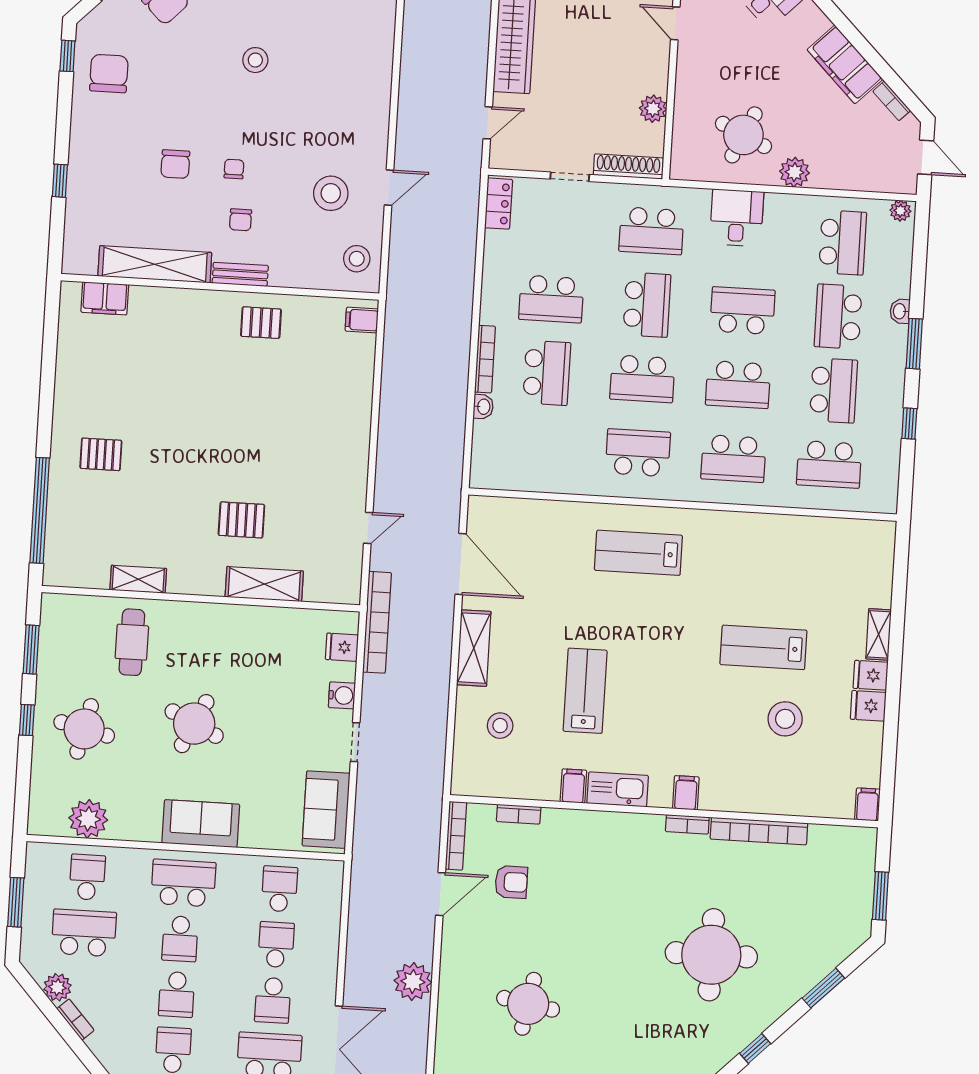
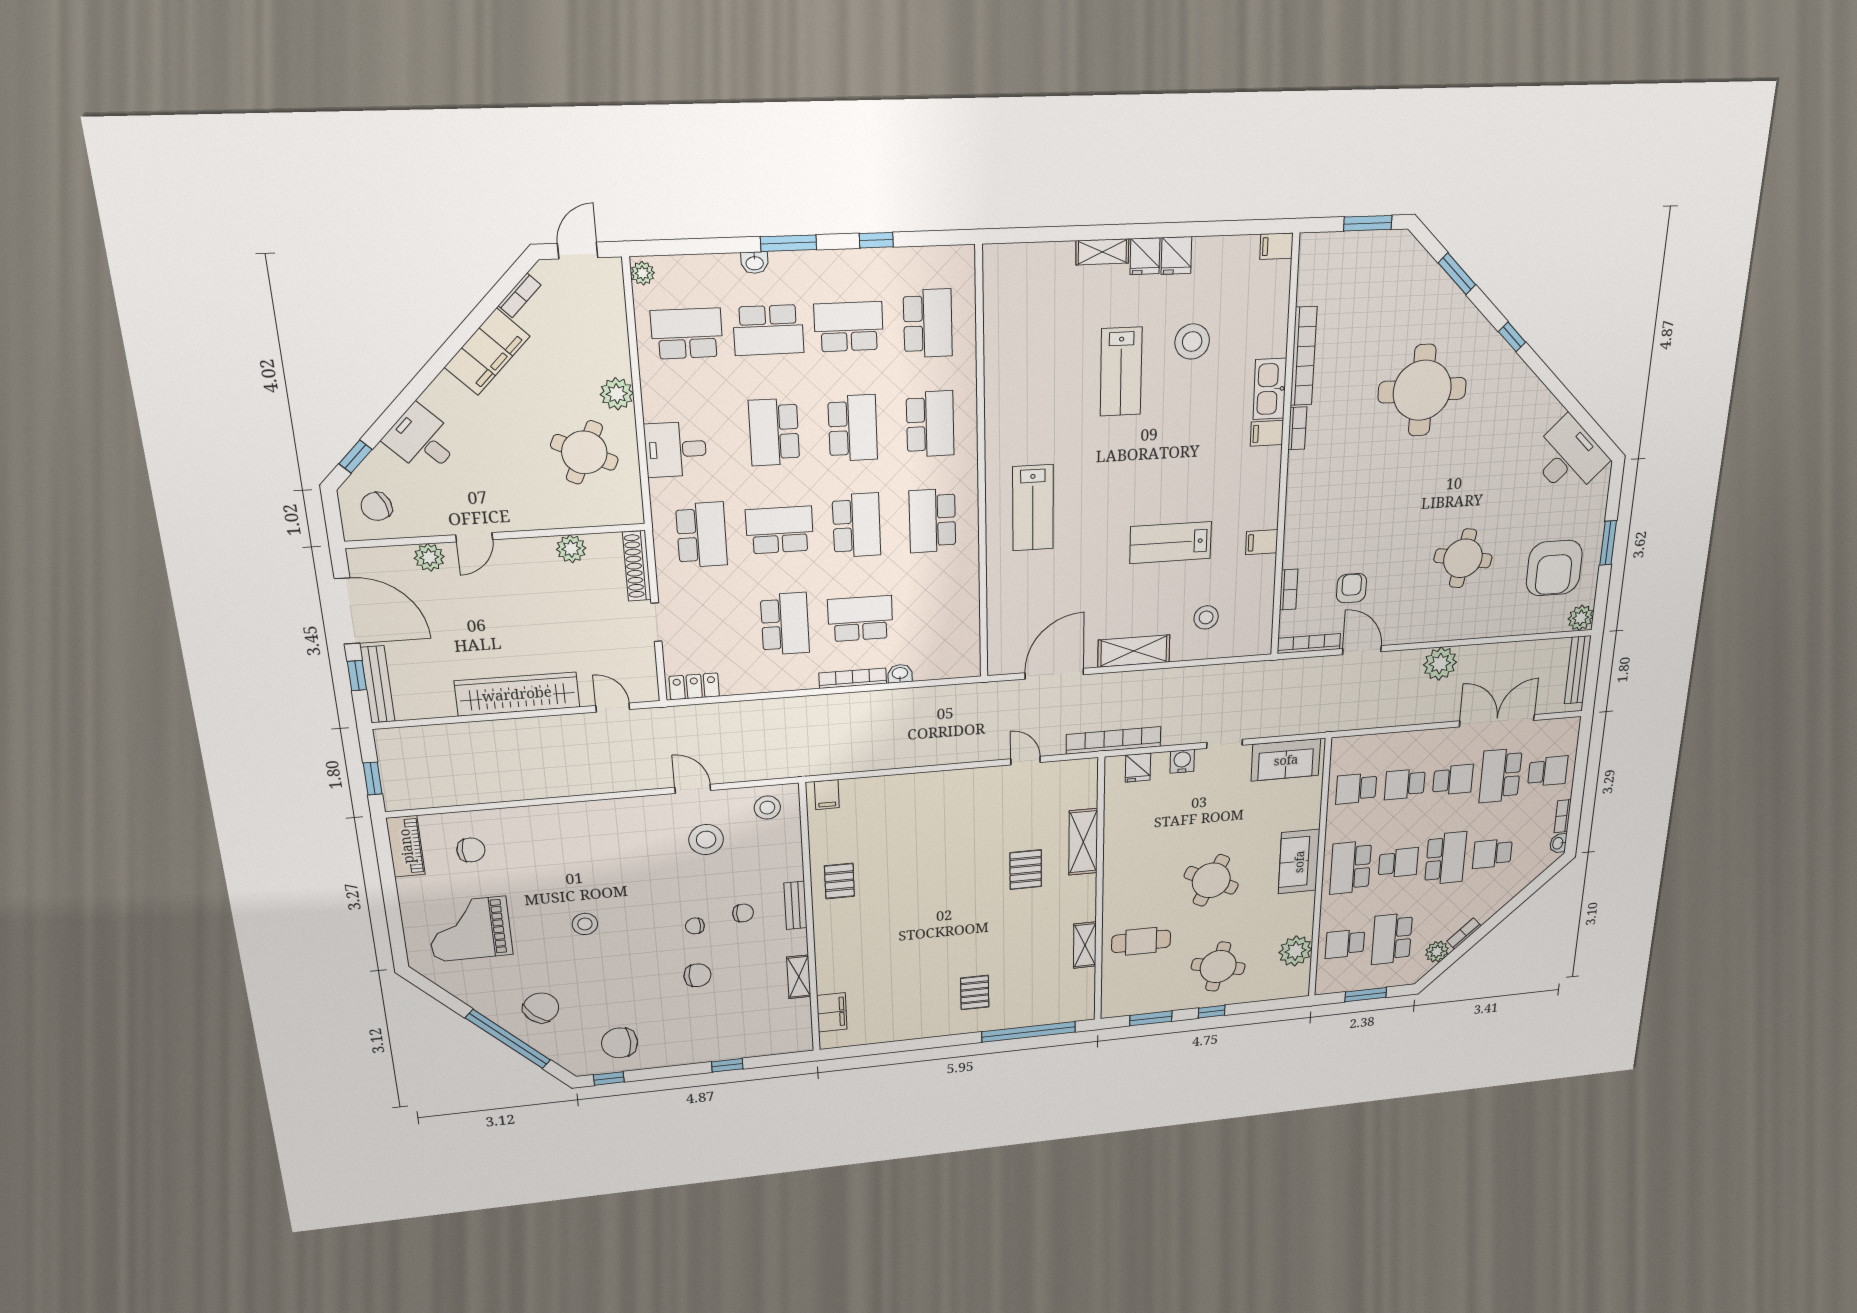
shelving: (155, 264) -> (799, 977), width x0.45, depth x0.75
kitchen sink: (618, 789) -> (1270, 389), moved
school desk: (177, 994) -> (1446, 858), width x1.85

